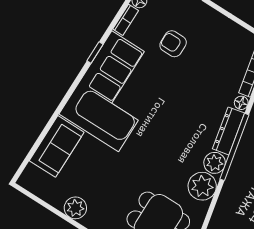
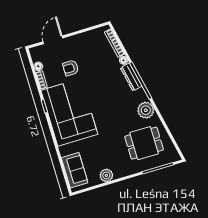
sofa: (57, 146) -> (75, 170), moved
plant: (215, 163) -> (140, 96), removed

